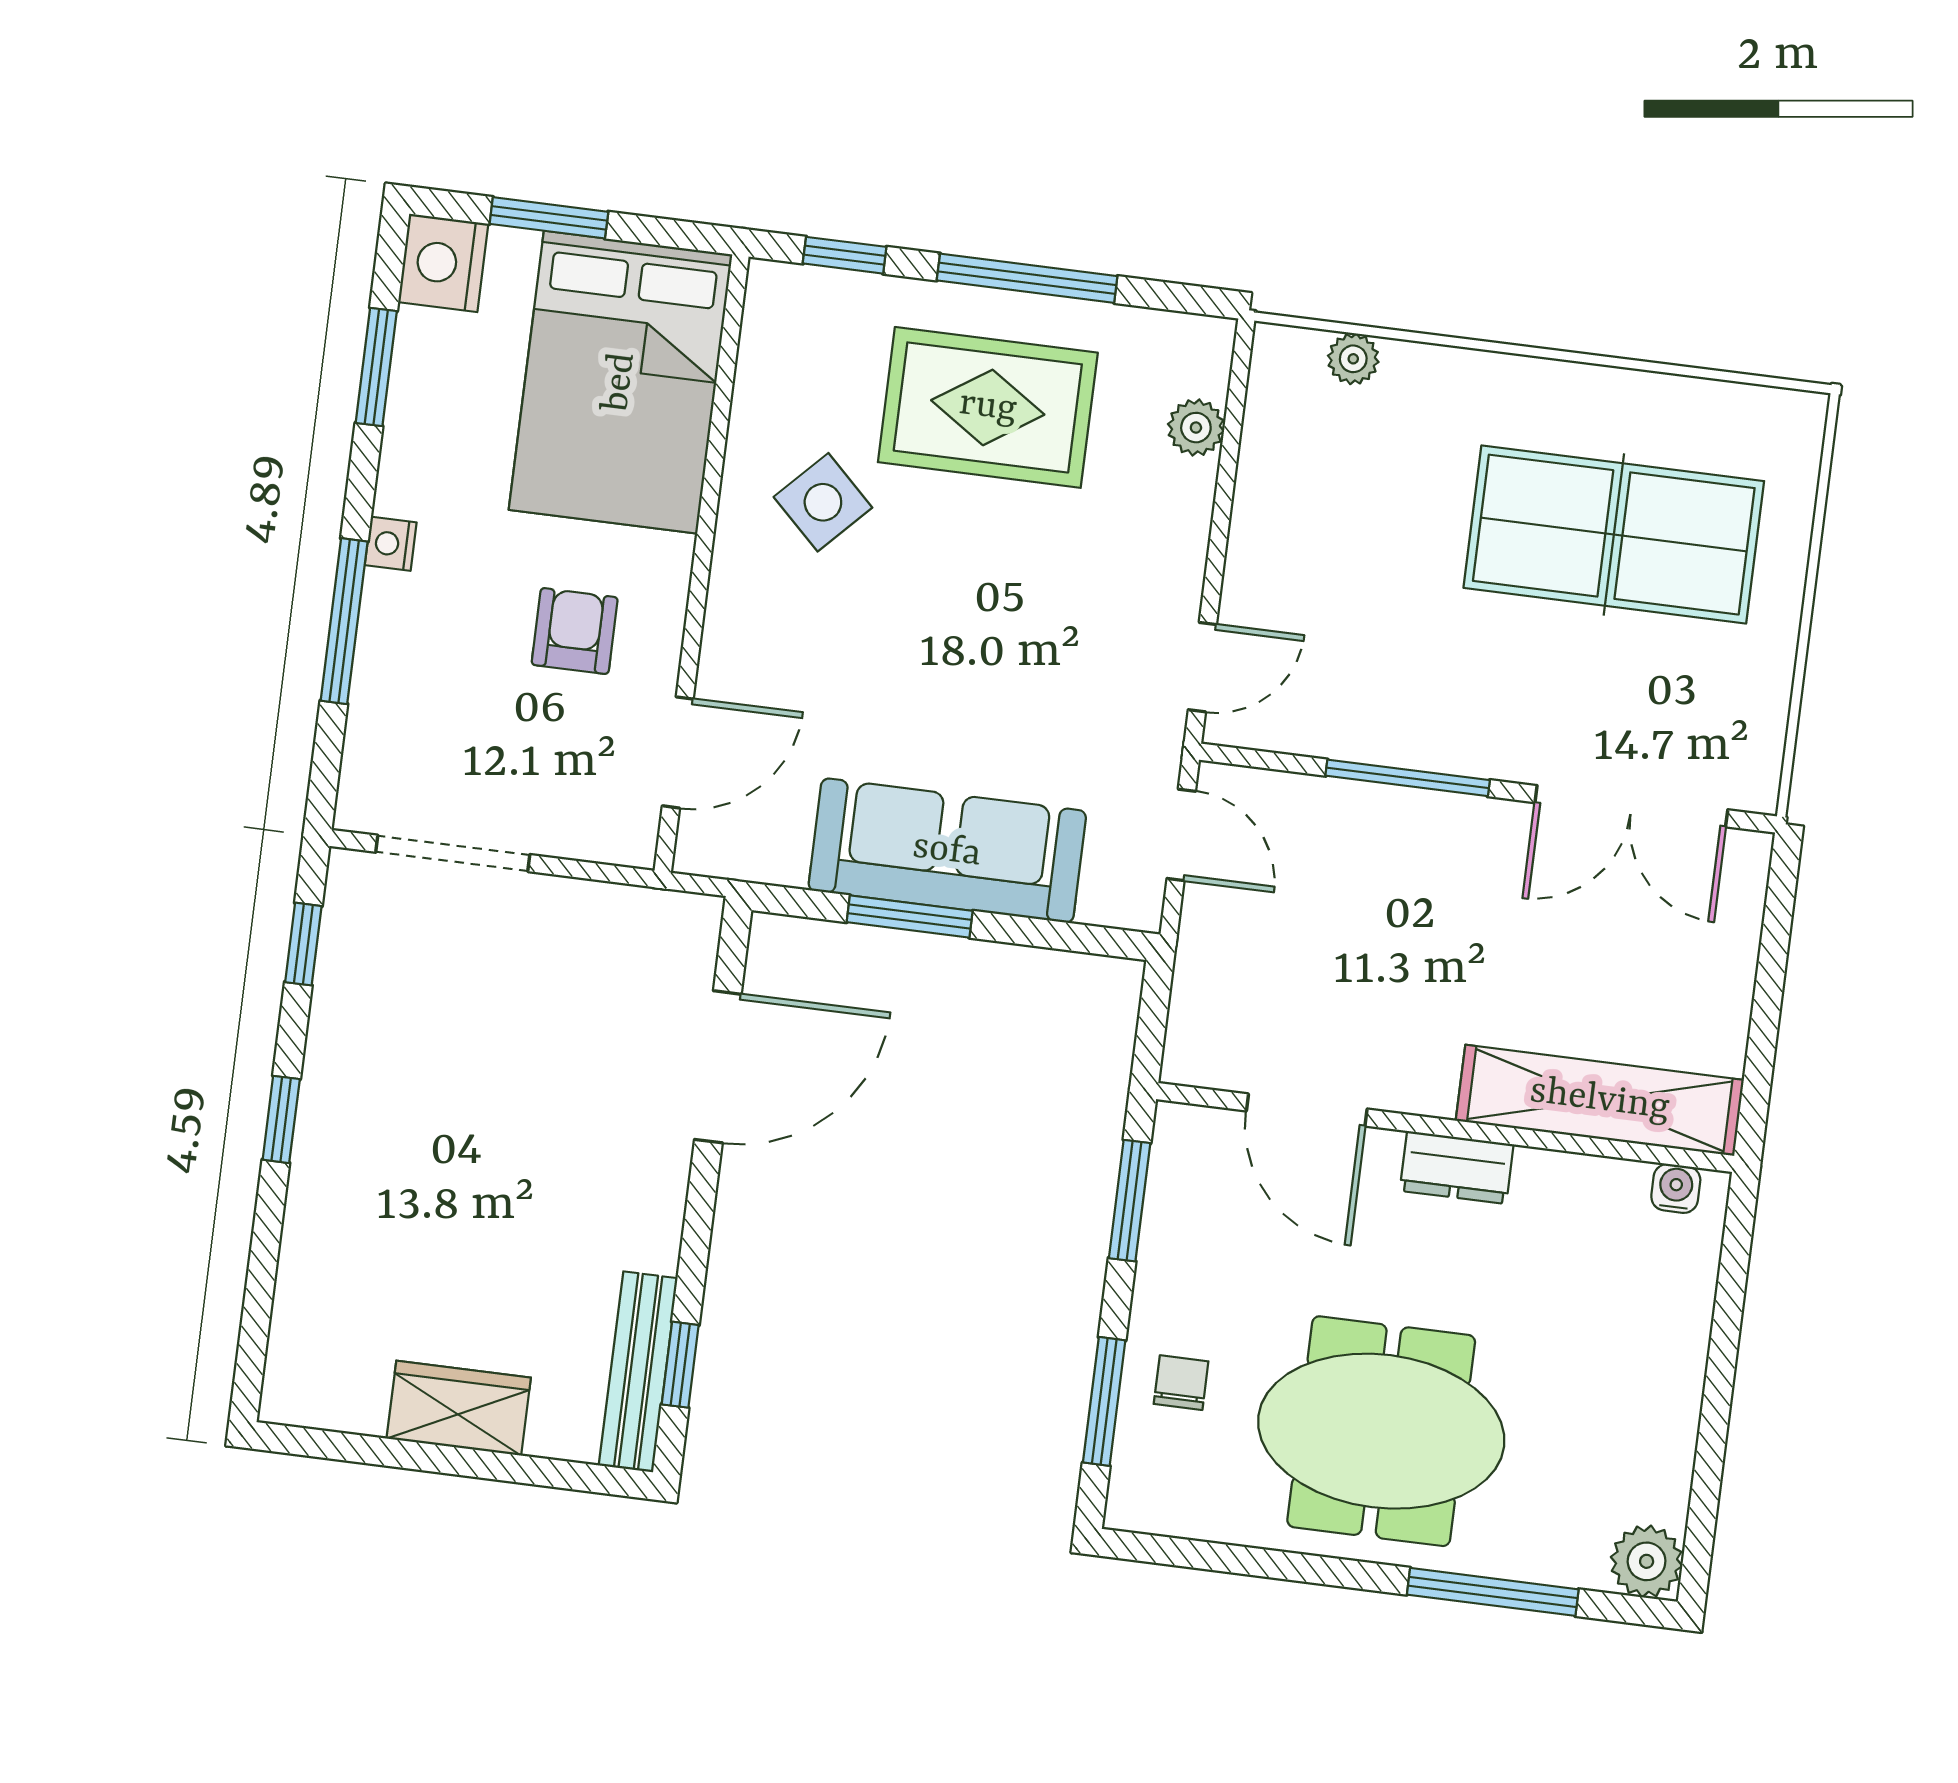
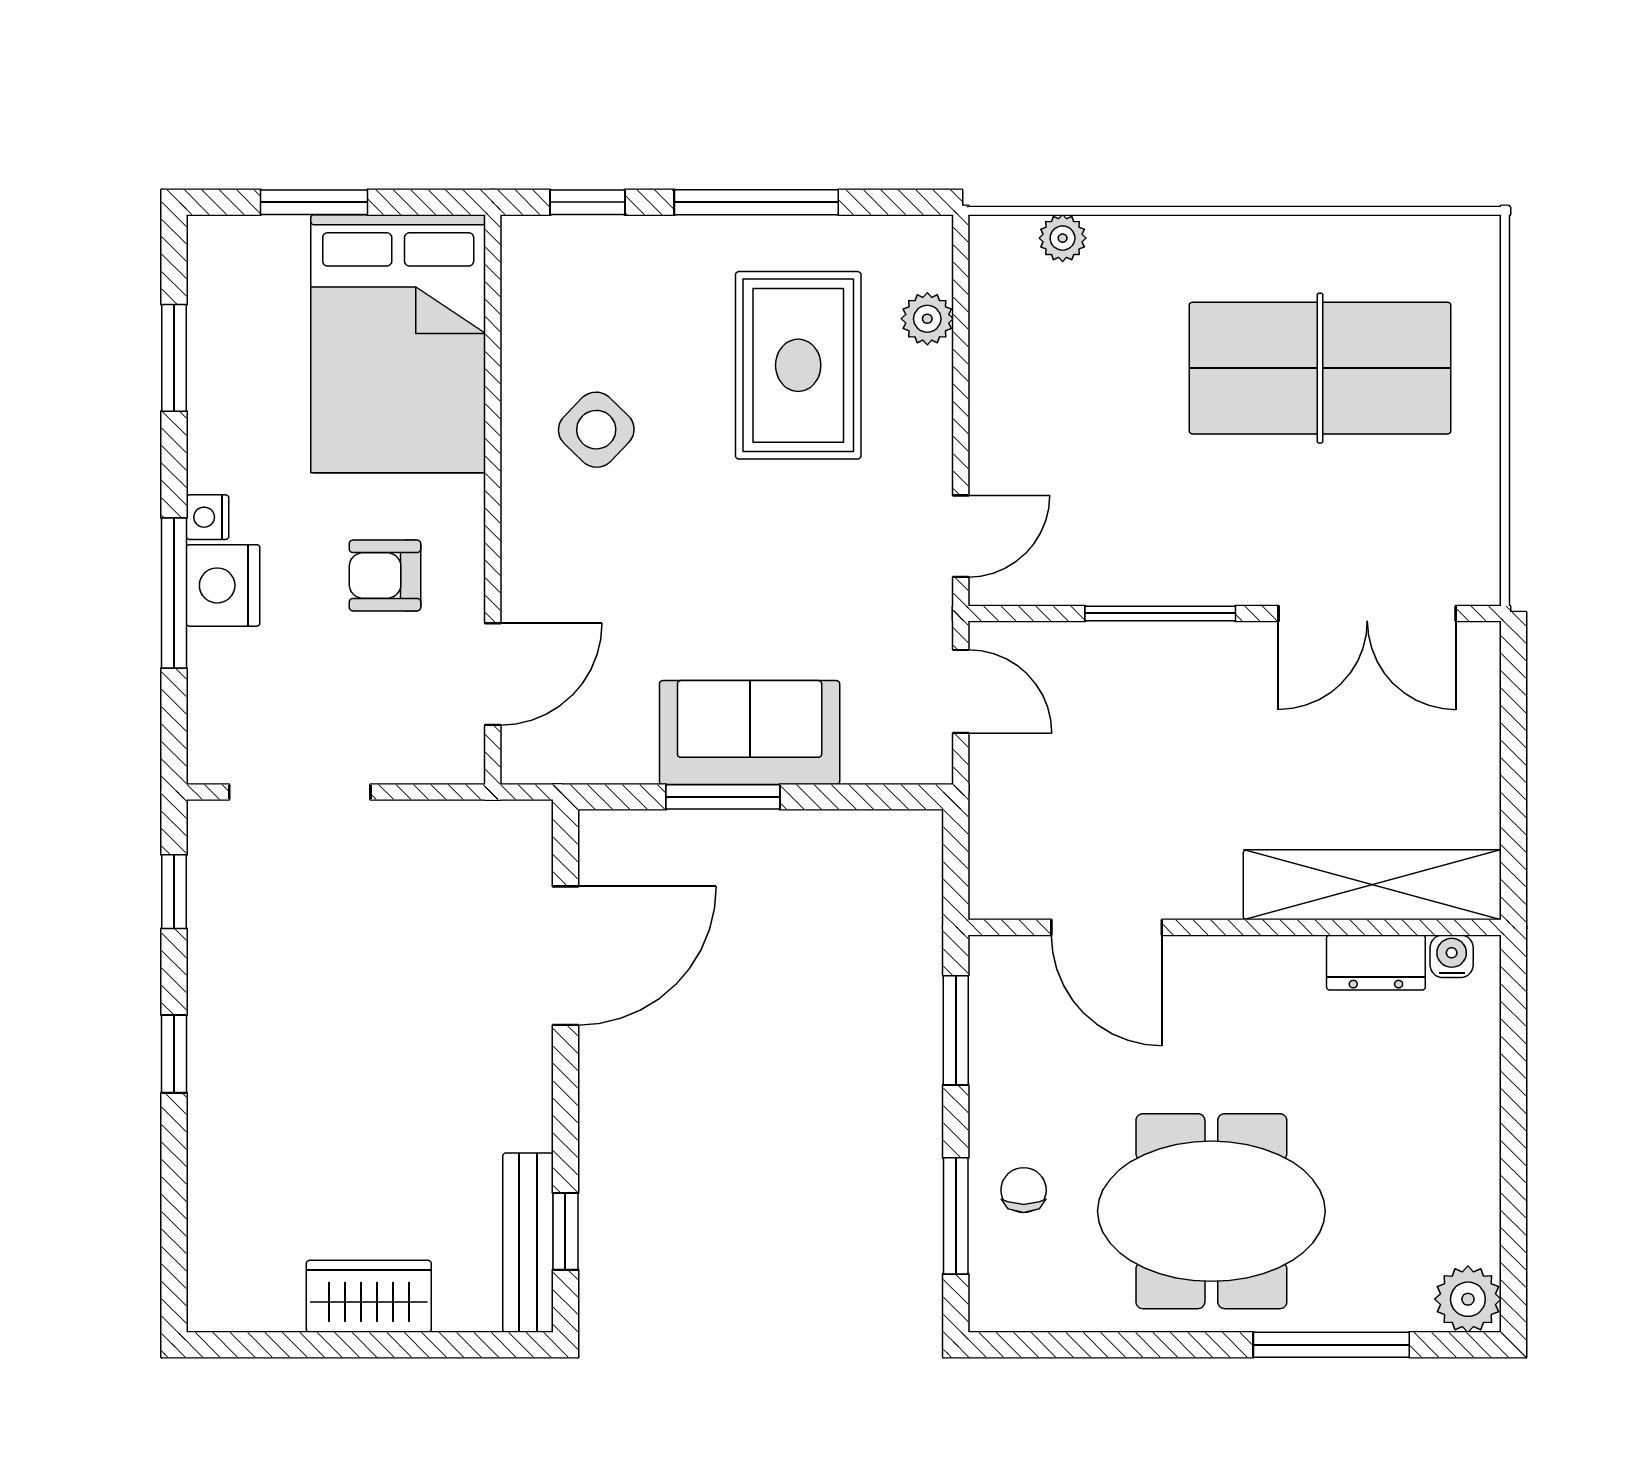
nightstand: (443, 263) -> (223, 585), moved
rug: (988, 407) -> (798, 365), moved, turned 90
armchair: (575, 631) -> (385, 575), turned -90
sofa: (947, 851) -> (750, 733), width x0.73
dresser: (1457, 1168) -> (1376, 962), moved

